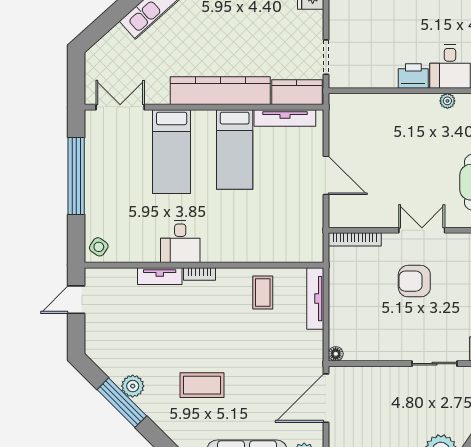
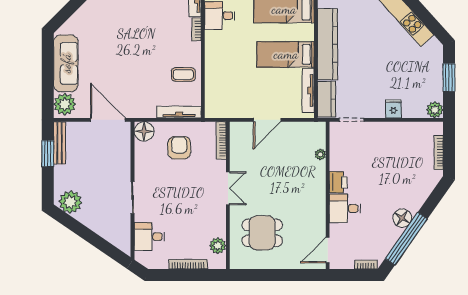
plant: (447, 101) -> (320, 154), moved
armchair: (414, 281) -> (179, 148), moved
floor lamp: (336, 354) -> (144, 131), width x1.89, depth x1.89
coffee table: (202, 385) -> (117, 31), removed

